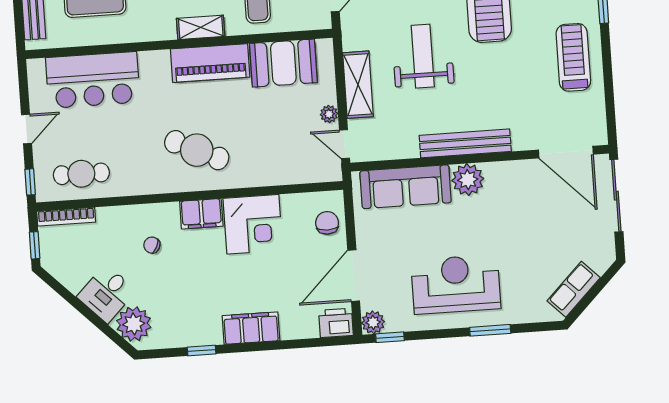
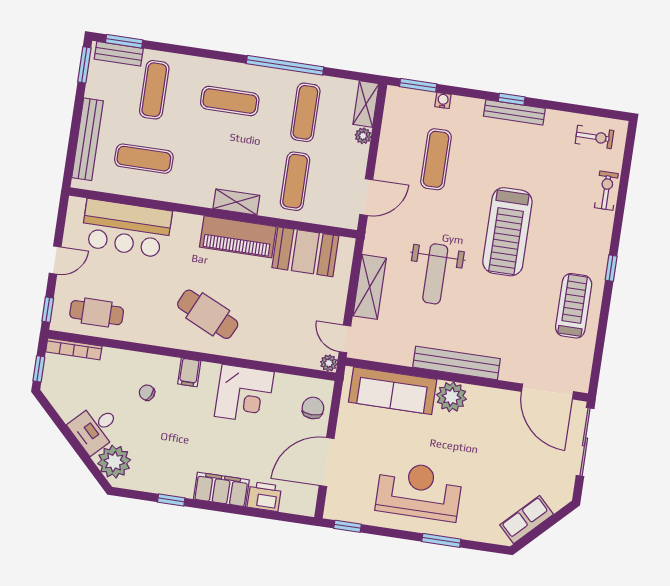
weight bench: (423, 56) -> (435, 274), turned 180
plant: (329, 114) -> (329, 363), moved
filing cabinet: (201, 214) -> (189, 372), width x0.50
plant: (373, 322) -> (335, 509), removed
printer: (336, 323) -> (264, 497), moved

